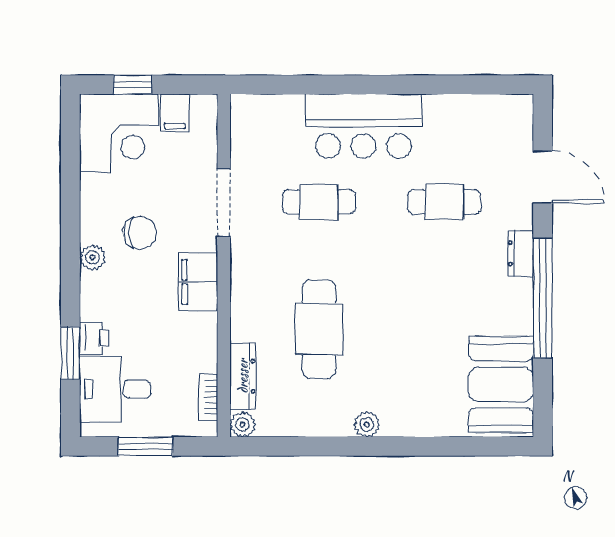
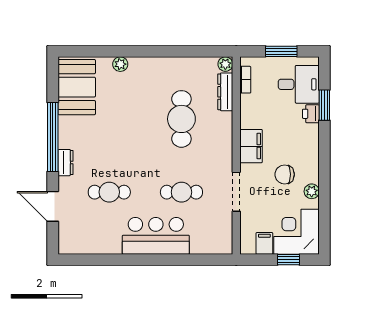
plant: (93, 258) -> (312, 191), moved
plant: (367, 424) -> (120, 64), moved

